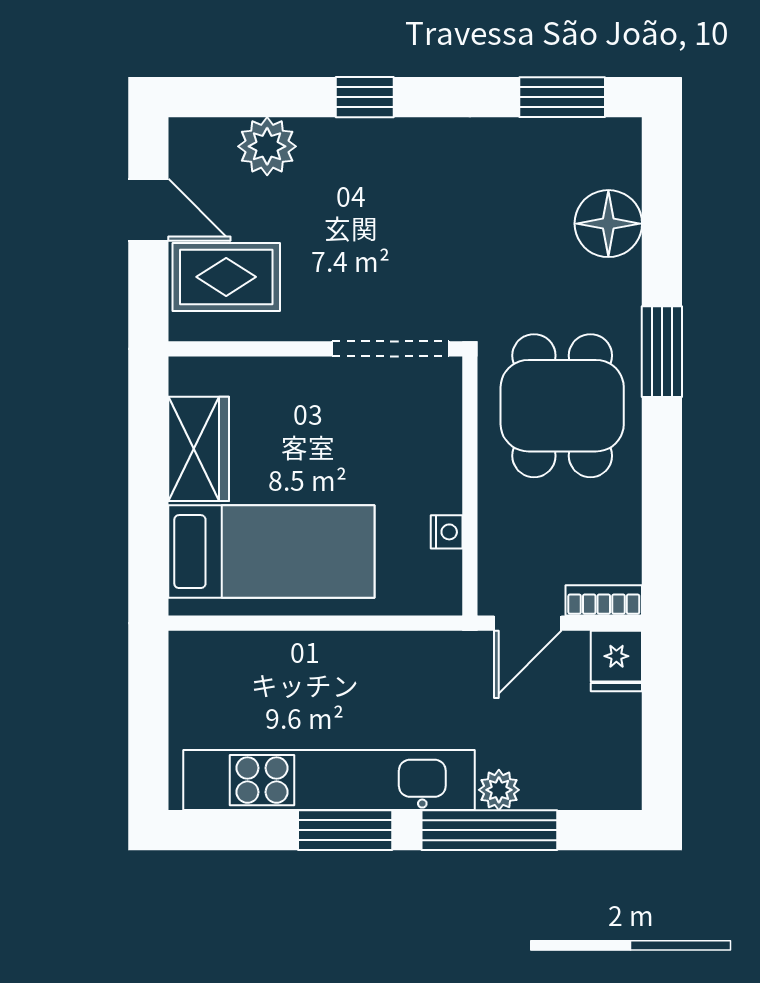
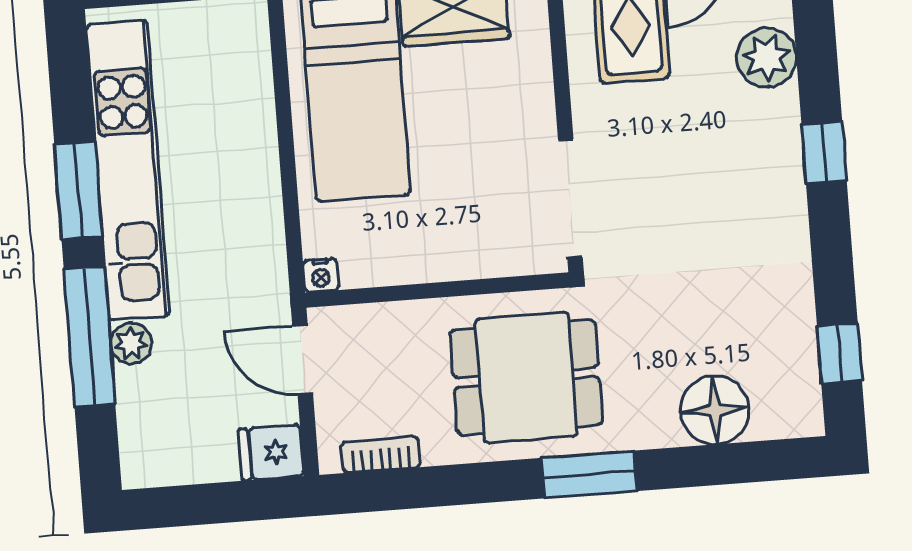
window: (562, 97) -> (840, 353), width x0.67
nightstand: (447, 532) -> (321, 275), moved
bookcase: (604, 600) -> (381, 455), moved, turned -90

